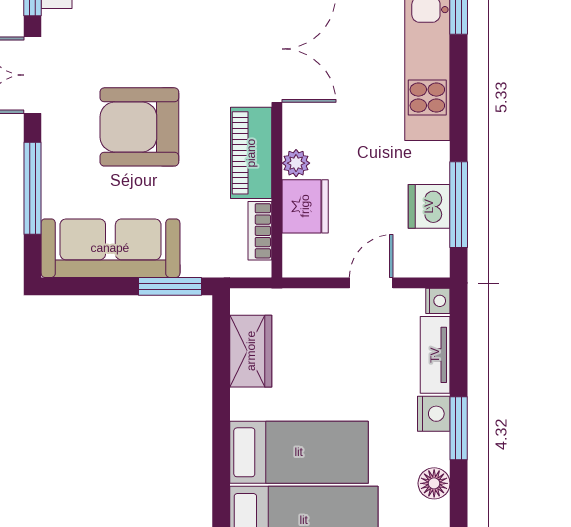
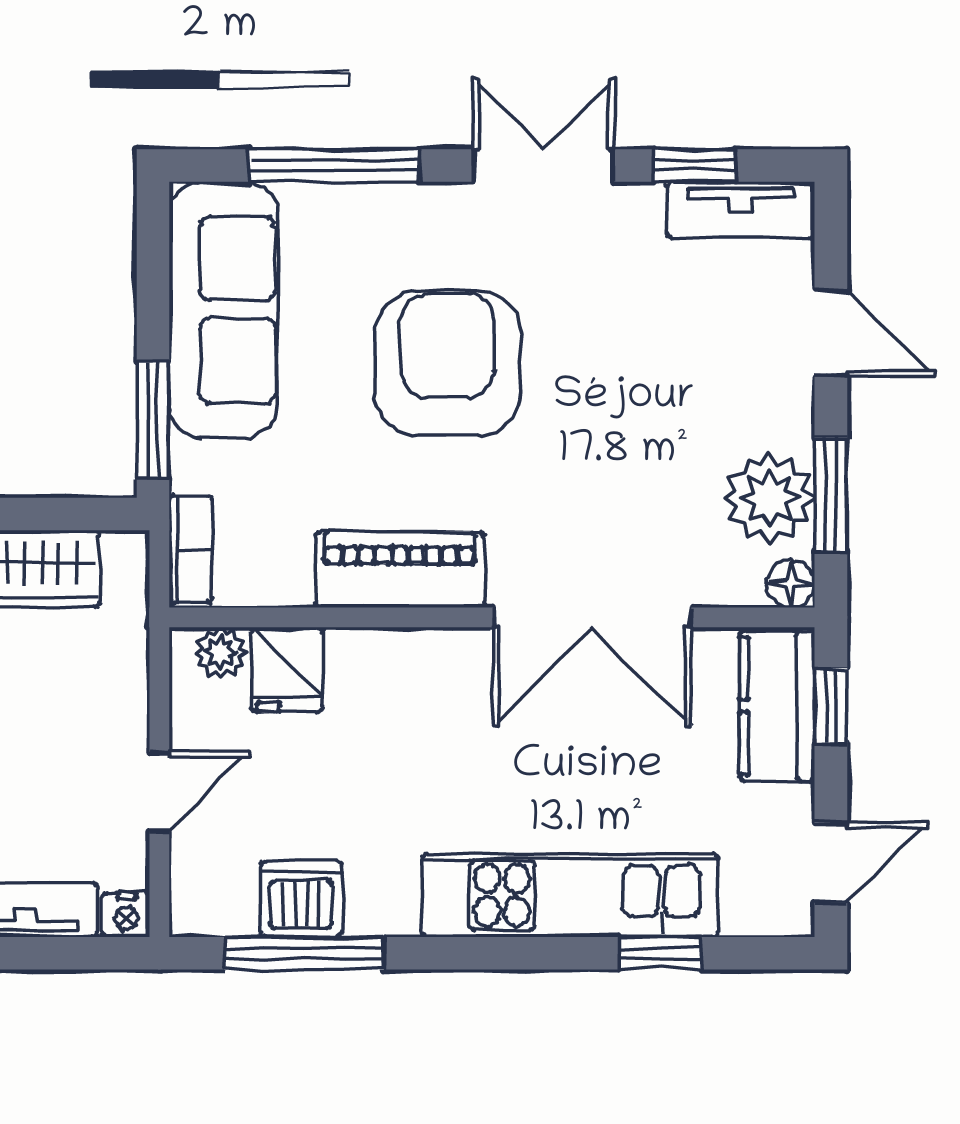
plant: (296, 163) -> (221, 653), moved
fridge: (305, 206) -> (287, 670), width x0.72
bookcase: (260, 231) -> (191, 549), moved, turned 90
door: (371, 283) -> (159, 792), hinge flipped

